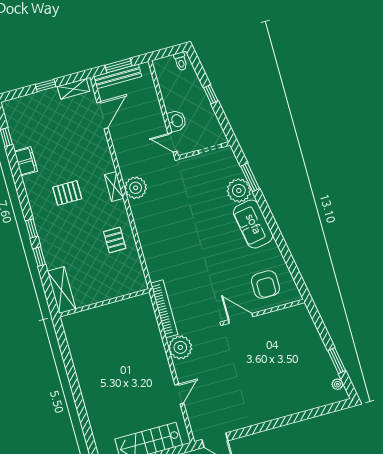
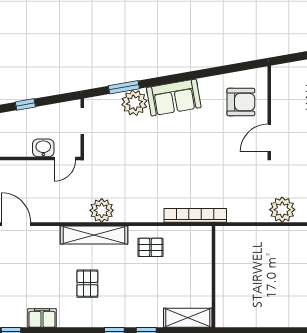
shelving: (114, 186) -> (94, 235), width x2.20, depth x1.33
bookcase: (164, 309) -> (195, 215), moved

